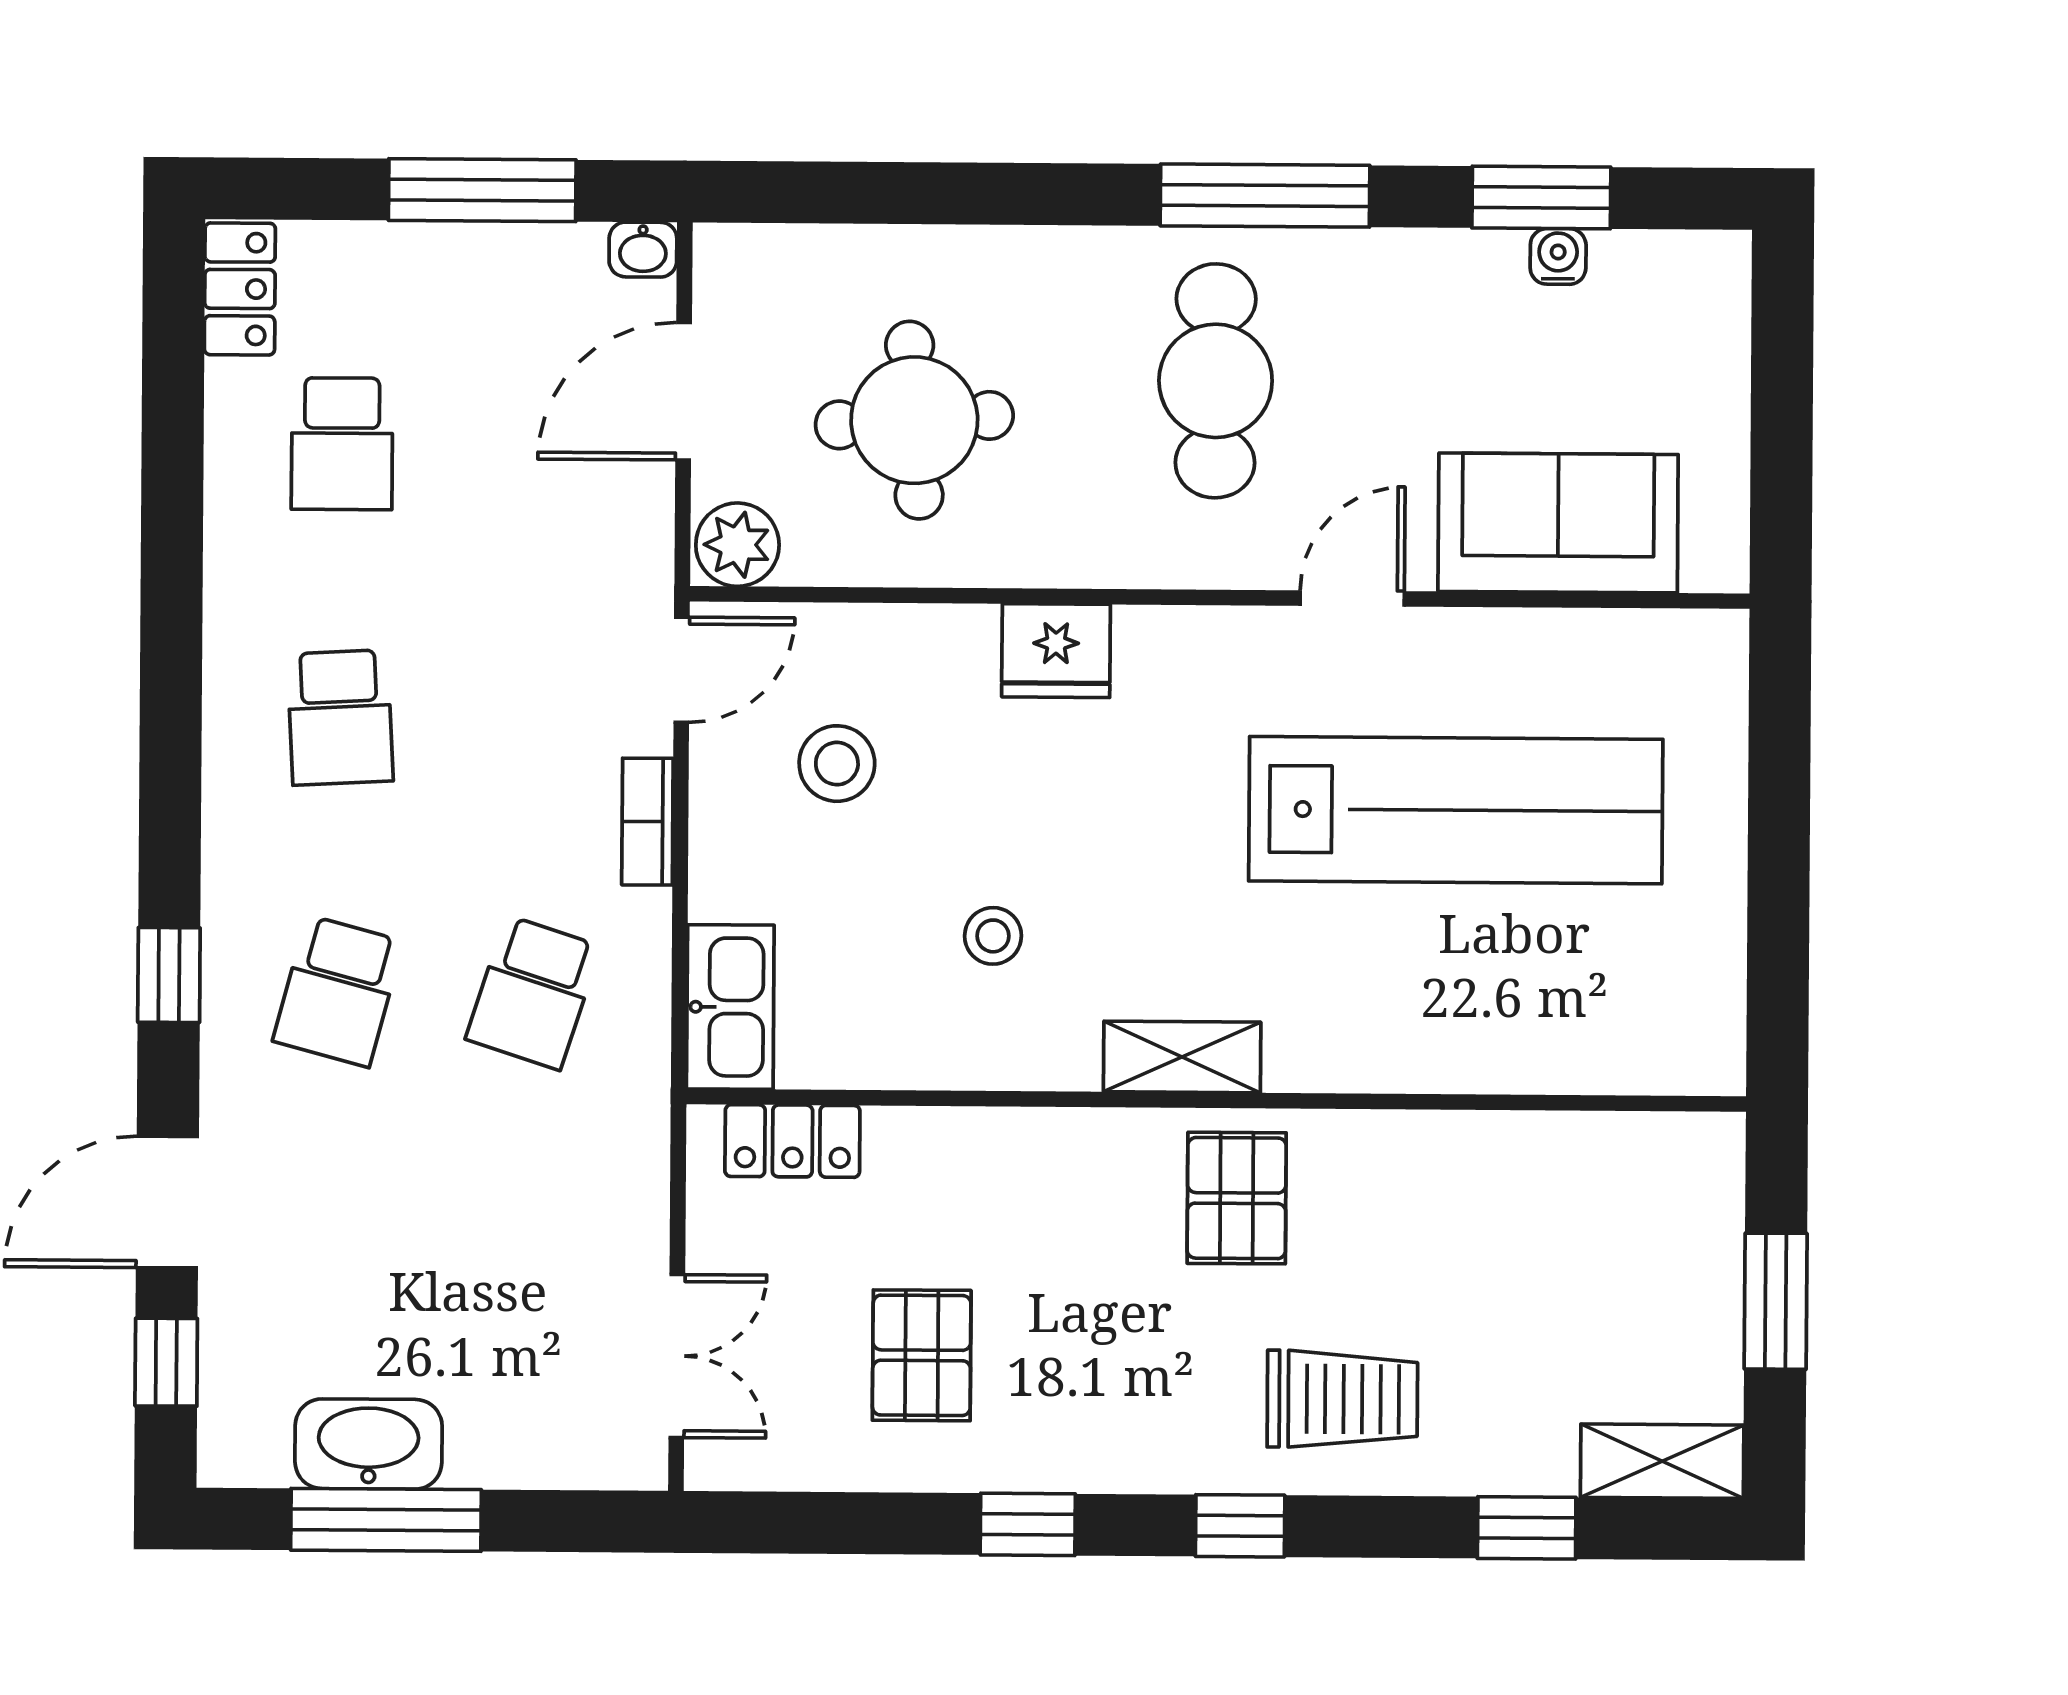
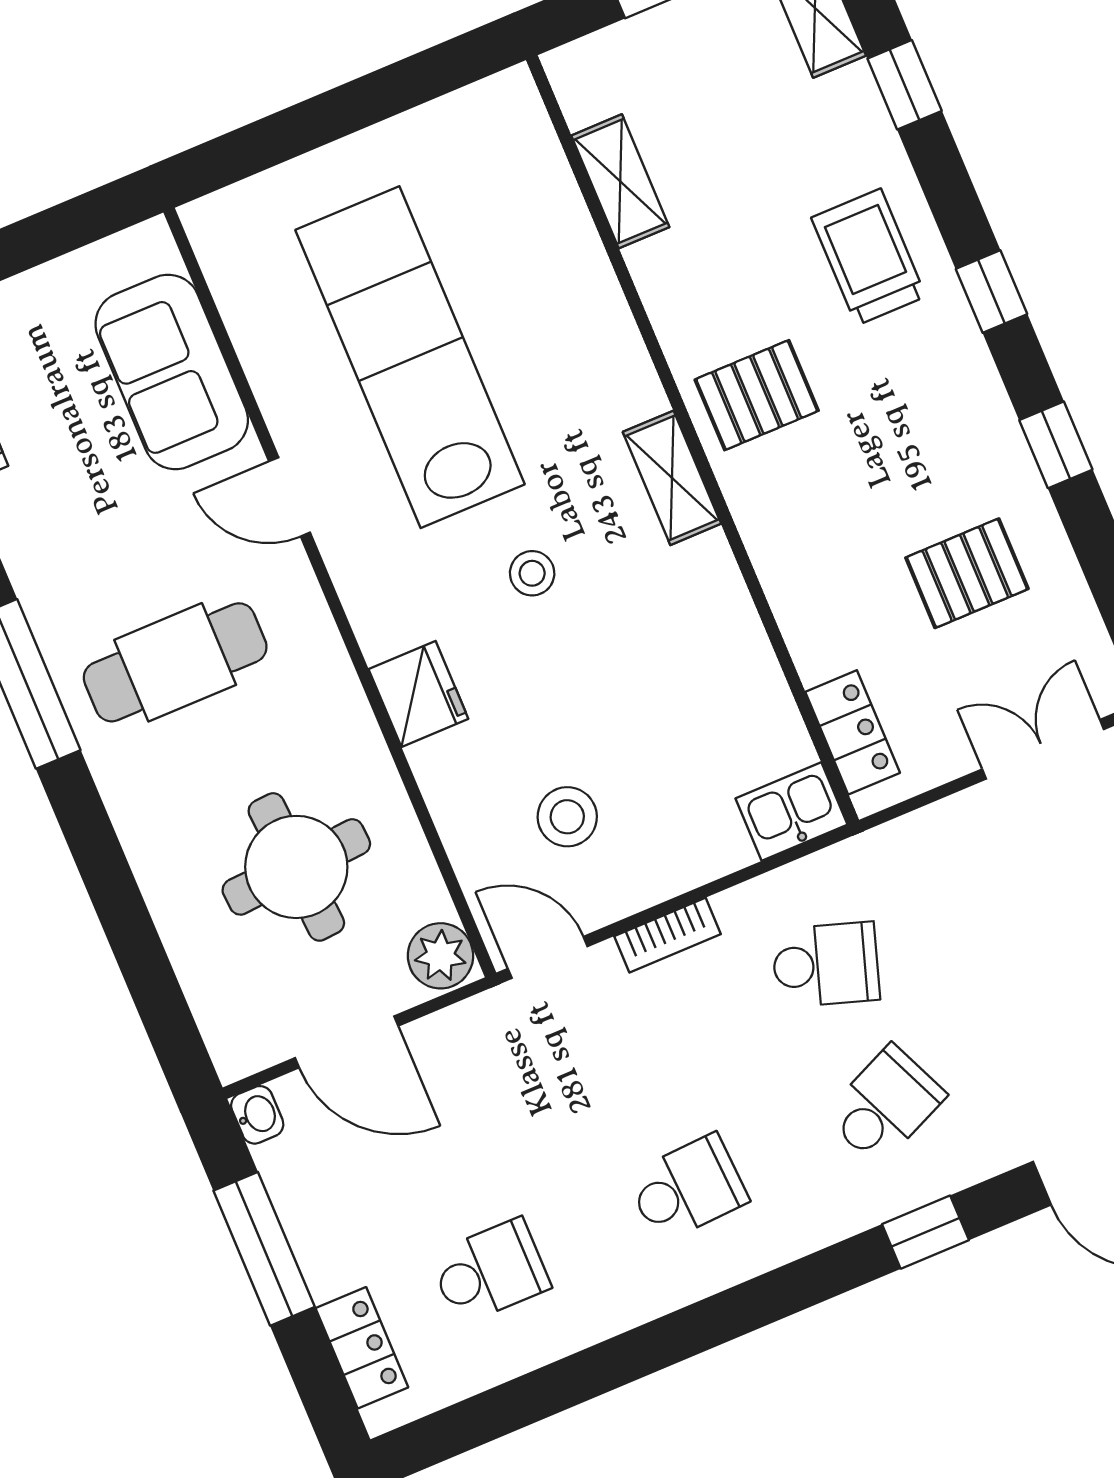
locker: (240, 289) -> (362, 1348), moved, turned 90
stool: (993, 936) -> (532, 573), moved
school desk: (338, 991) -> (885, 1105), turned -39
kitchen sink: (730, 1007) -> (792, 812), width x0.73
shelving: (1556, 1146) -> (620, 181), added

